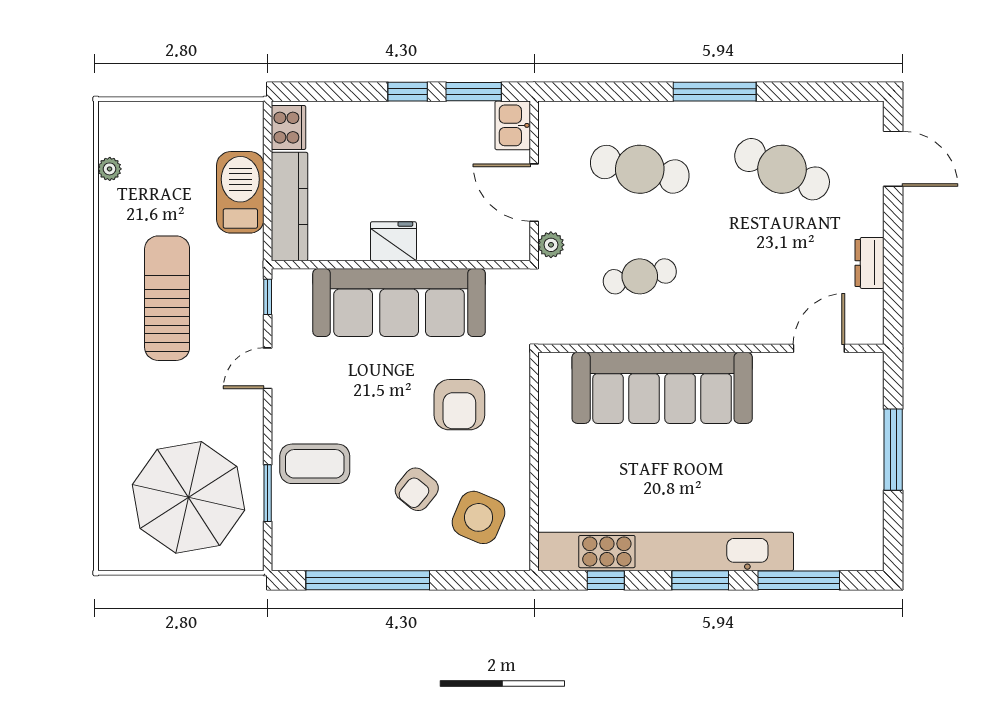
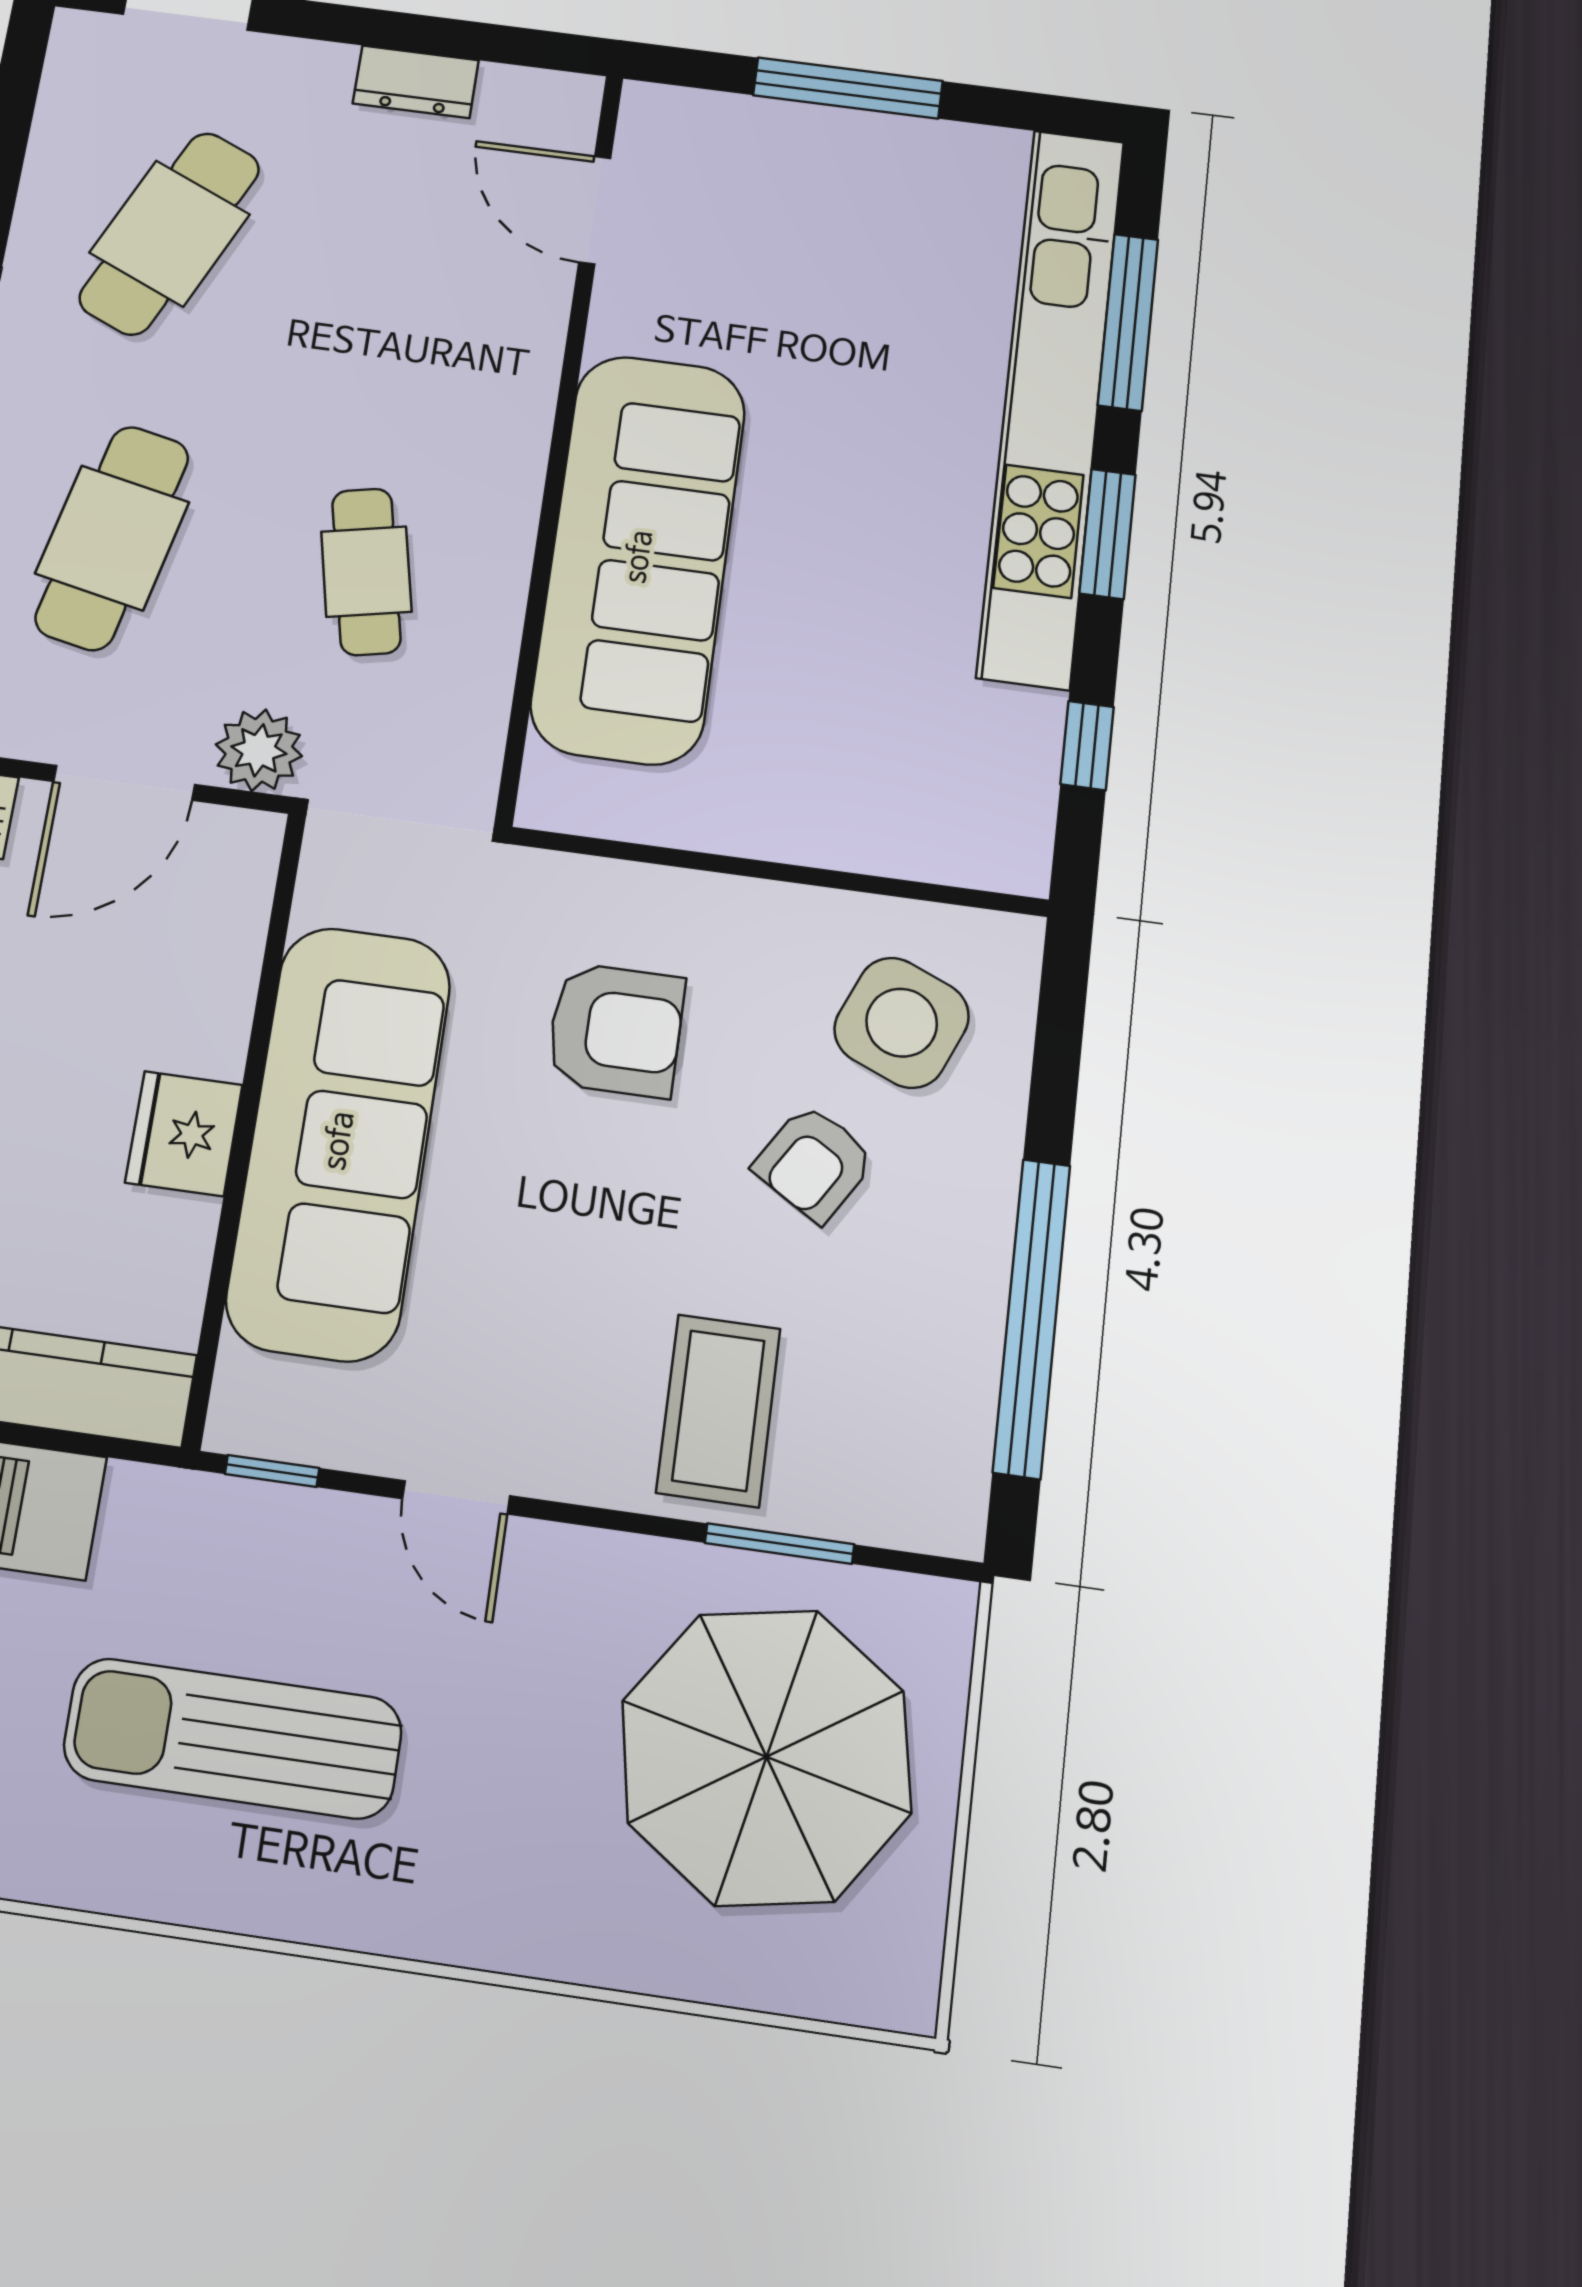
plant: (551, 245) -> (259, 750), width x1.38, depth x1.38
armchair: (417, 489) -> (814, 1163), turned 83
kitchen unit: (666, 552) -> (1052, 404), moved

